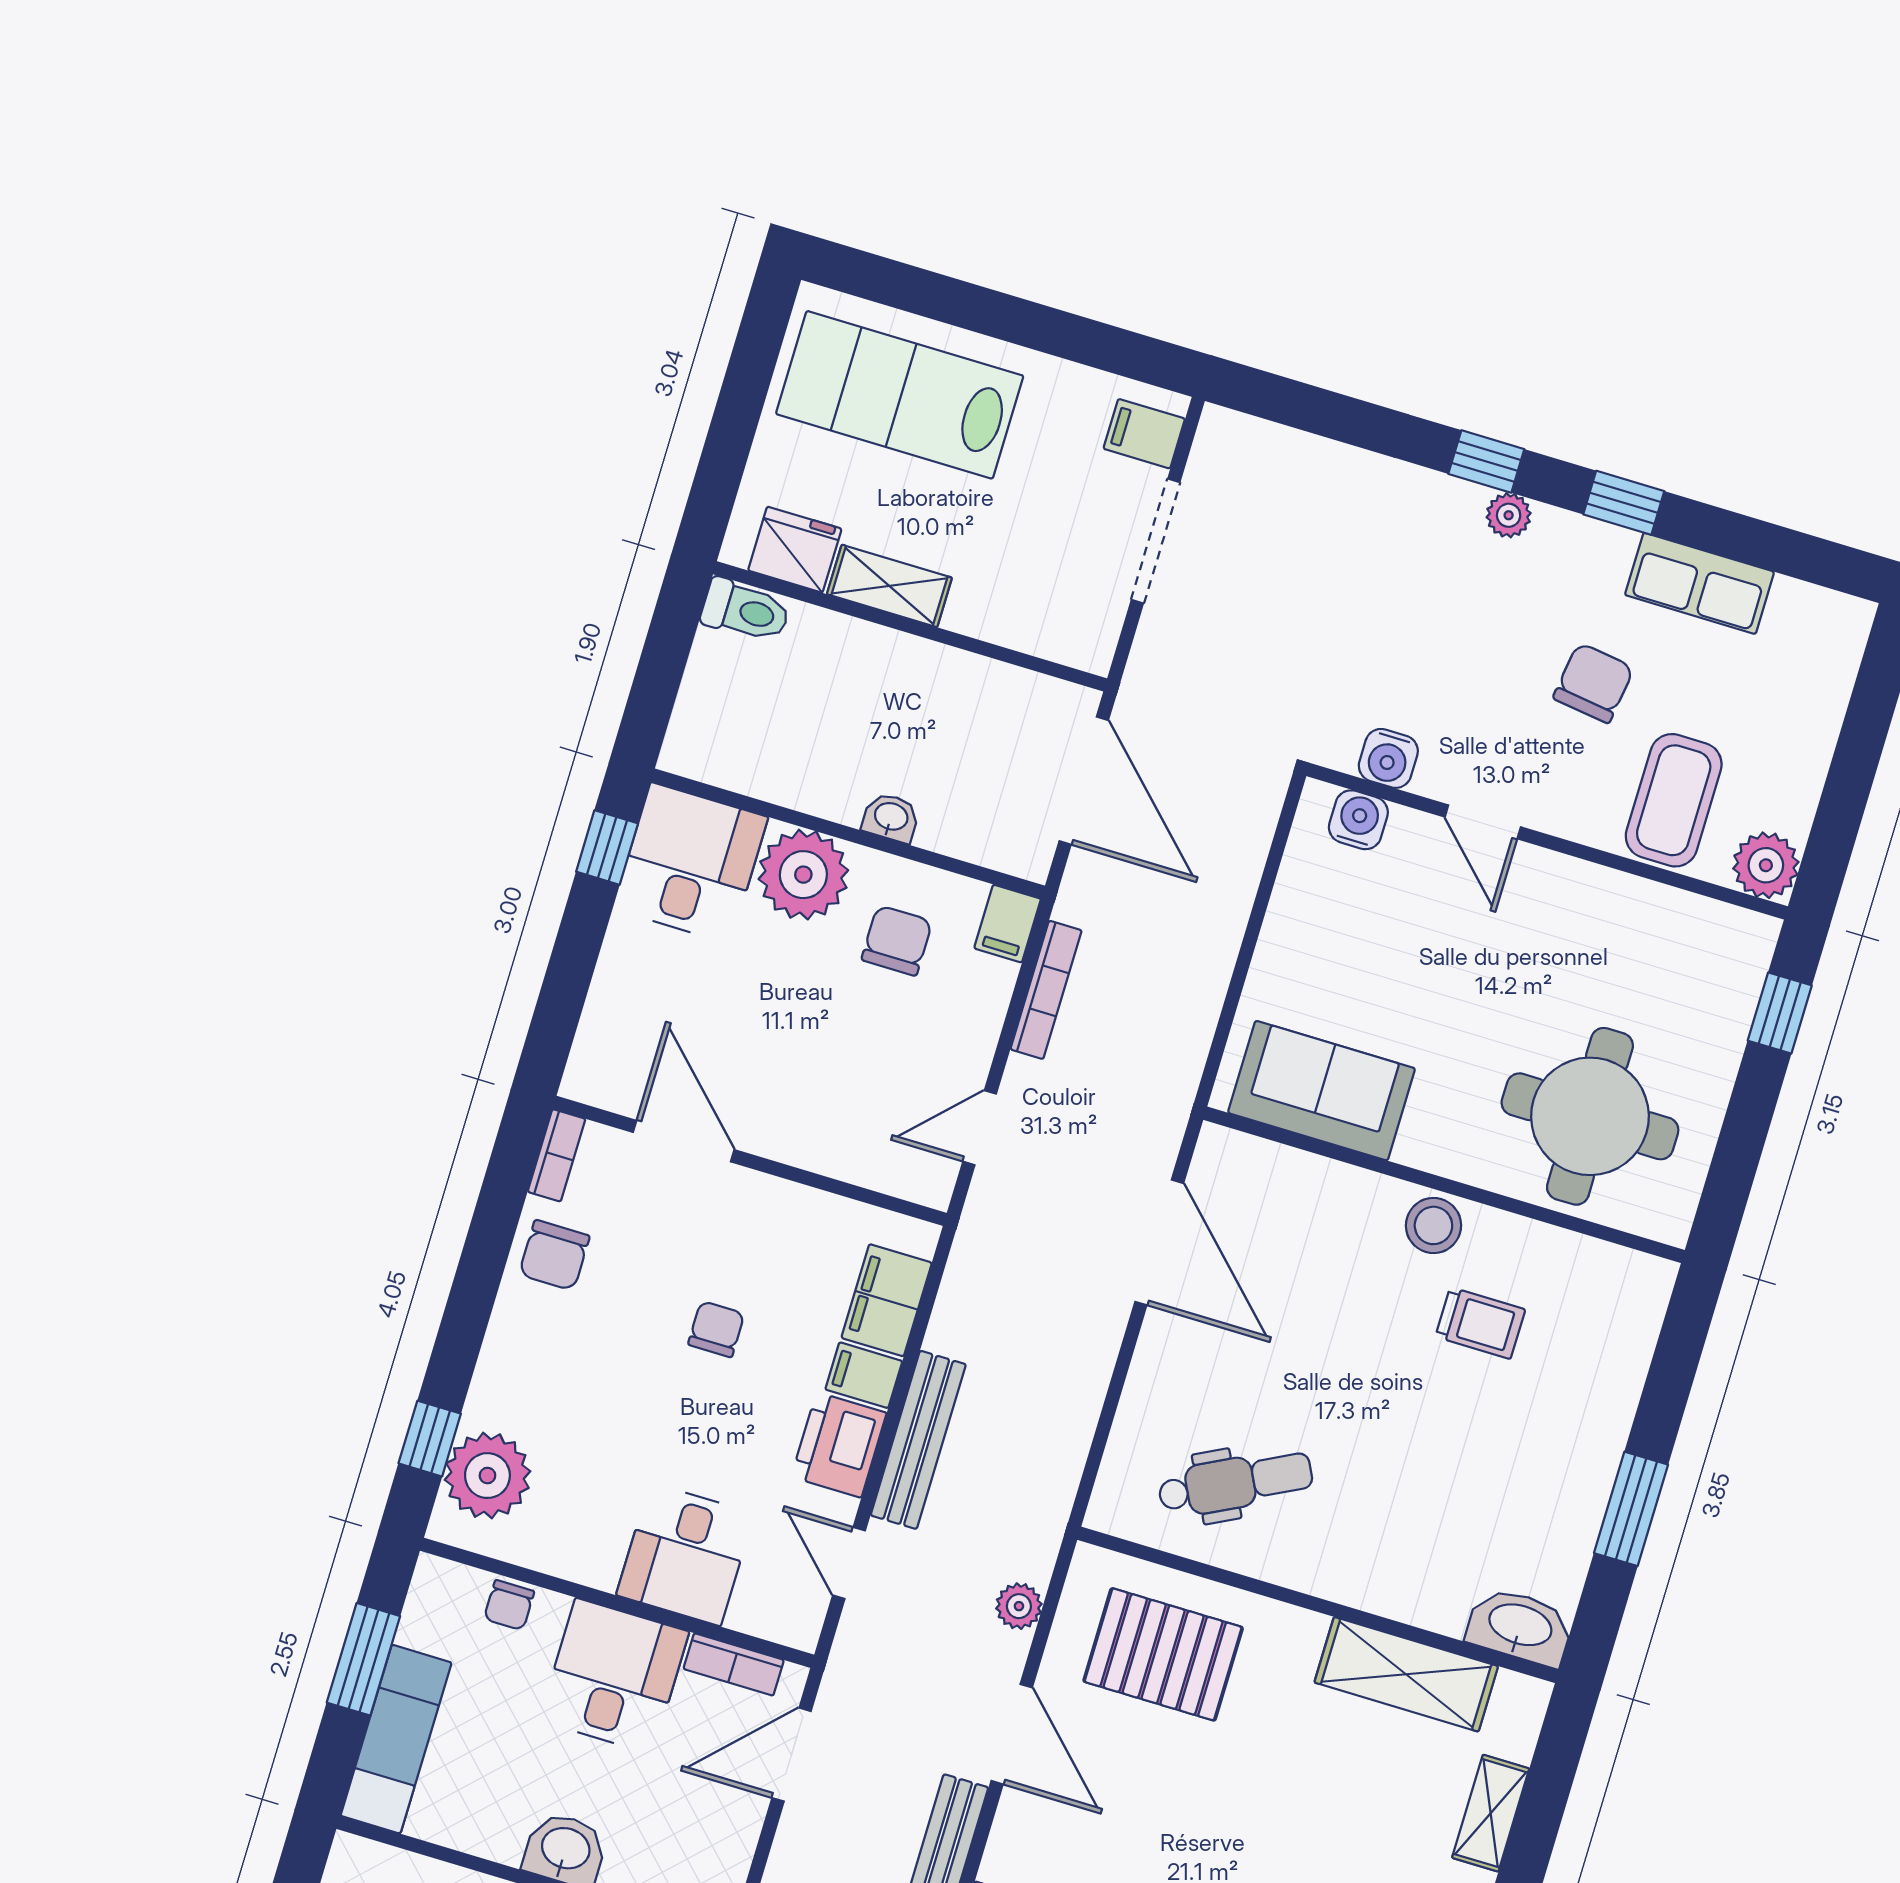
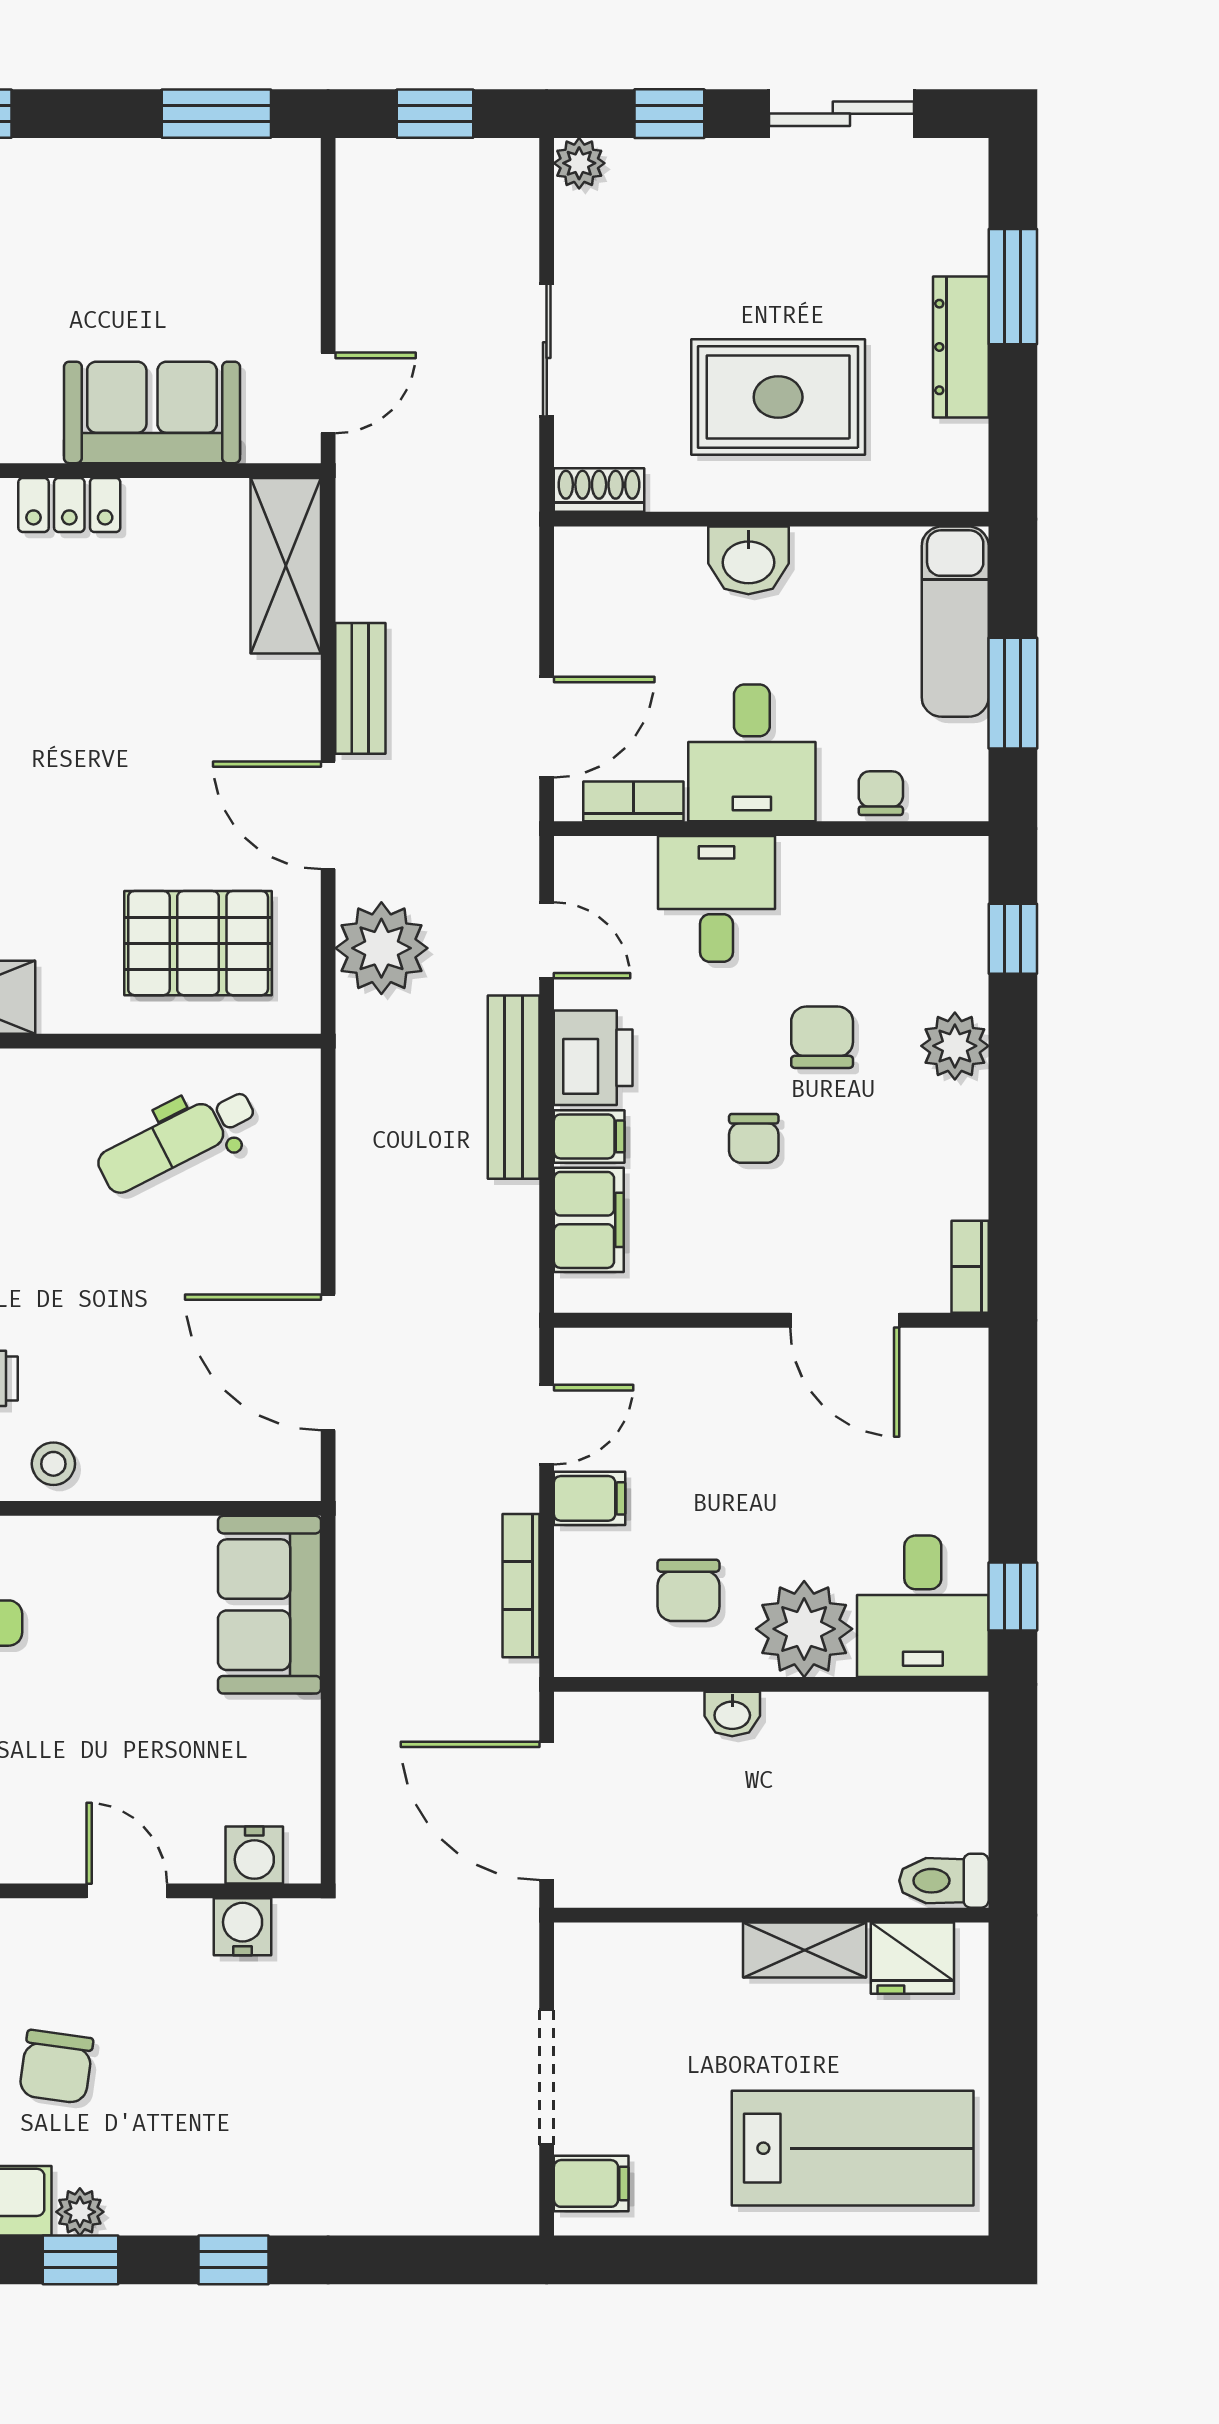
plant: (1509, 515) -> (80, 2212), moved
filing cabinet: (1008, 924) -> (590, 1498), moved, turned 90
sofa: (1321, 1091) -> (269, 1605), moved, turned 90
stool: (1433, 1225) -> (53, 1464), width x0.73, depth x0.73
chair: (554, 1255) -> (822, 1037), moved
plant: (487, 1476) -> (955, 1046), moved, width x0.73, depth x0.73
plant: (1019, 1606) -> (381, 948), width x1.88, depth x1.88

